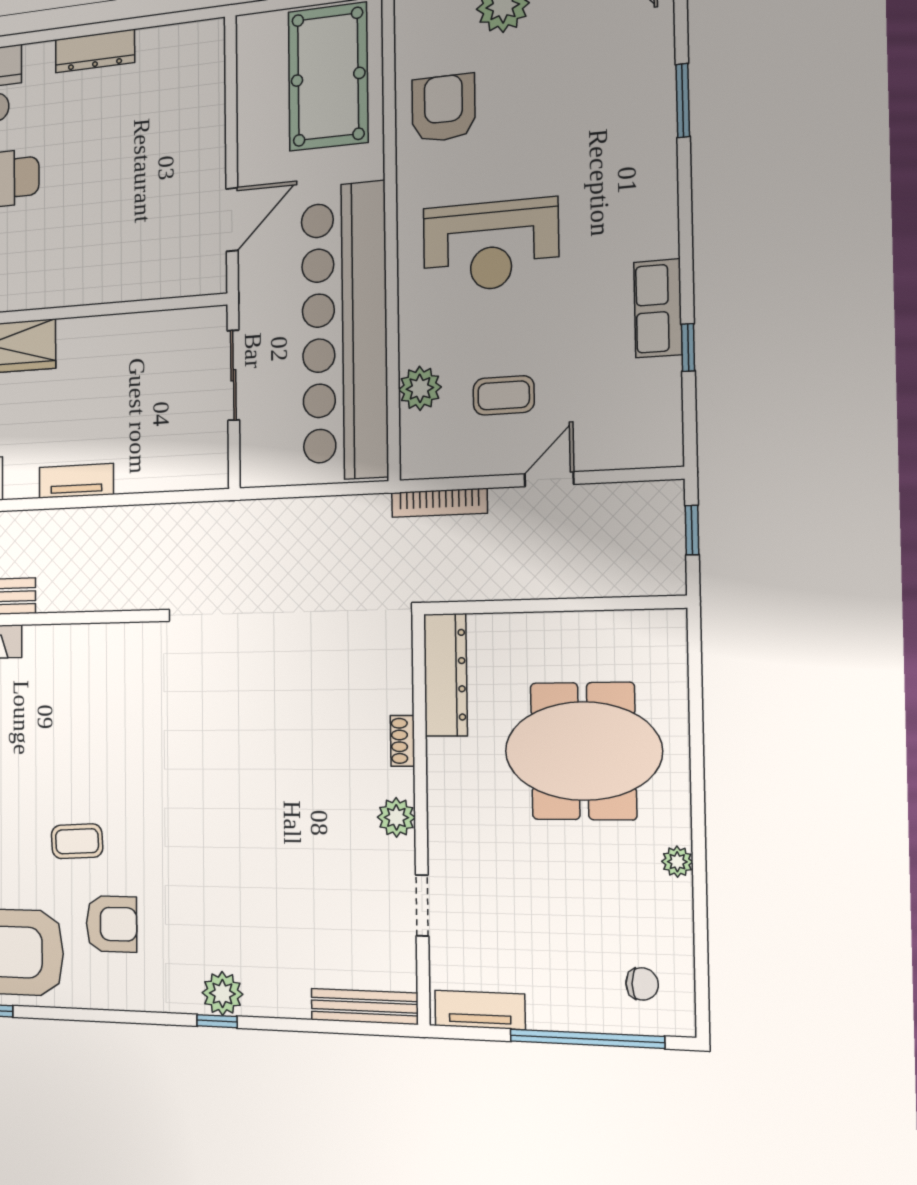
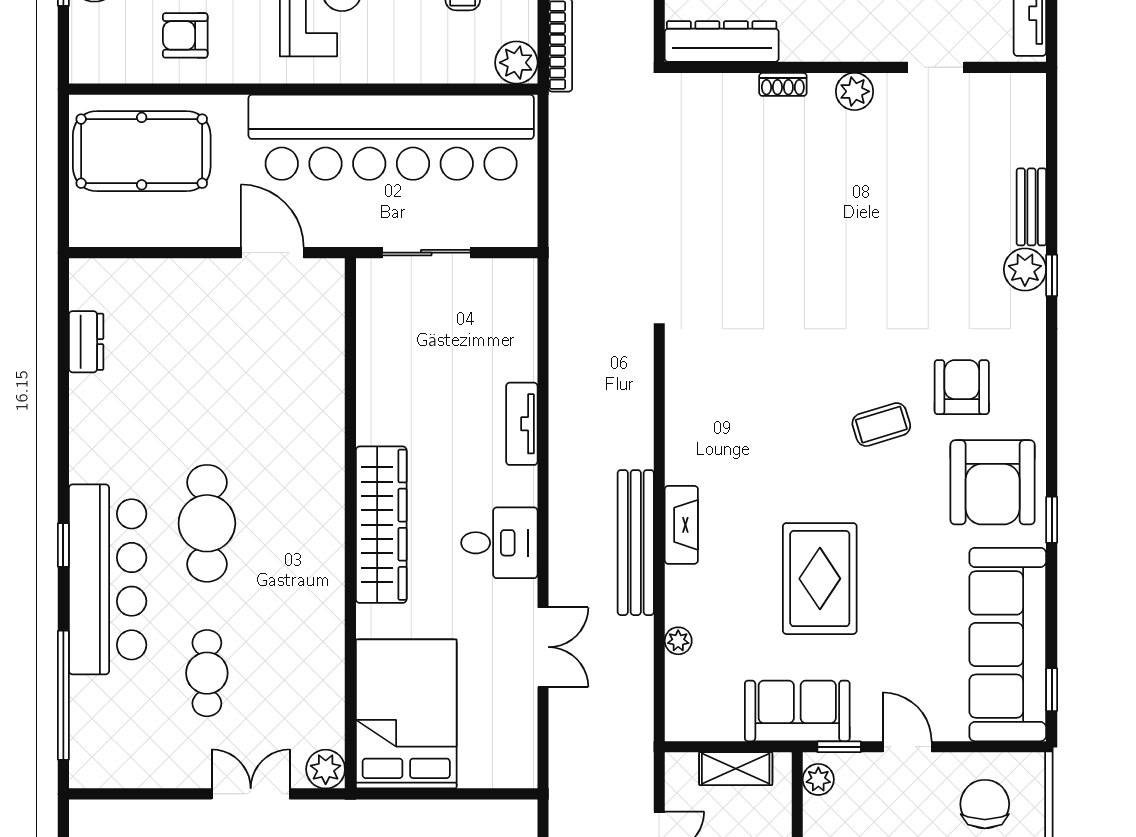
dresser: (95, 51) -> (86, 342), moved, width x0.70
armchair: (443, 108) -> (185, 35), width x0.72, depth x0.72
plant: (420, 388) -> (516, 63), moved
coffee table: (77, 841) -> (881, 425), turned 76
bench: (364, 1006) -> (1031, 207), moved, width x0.73

